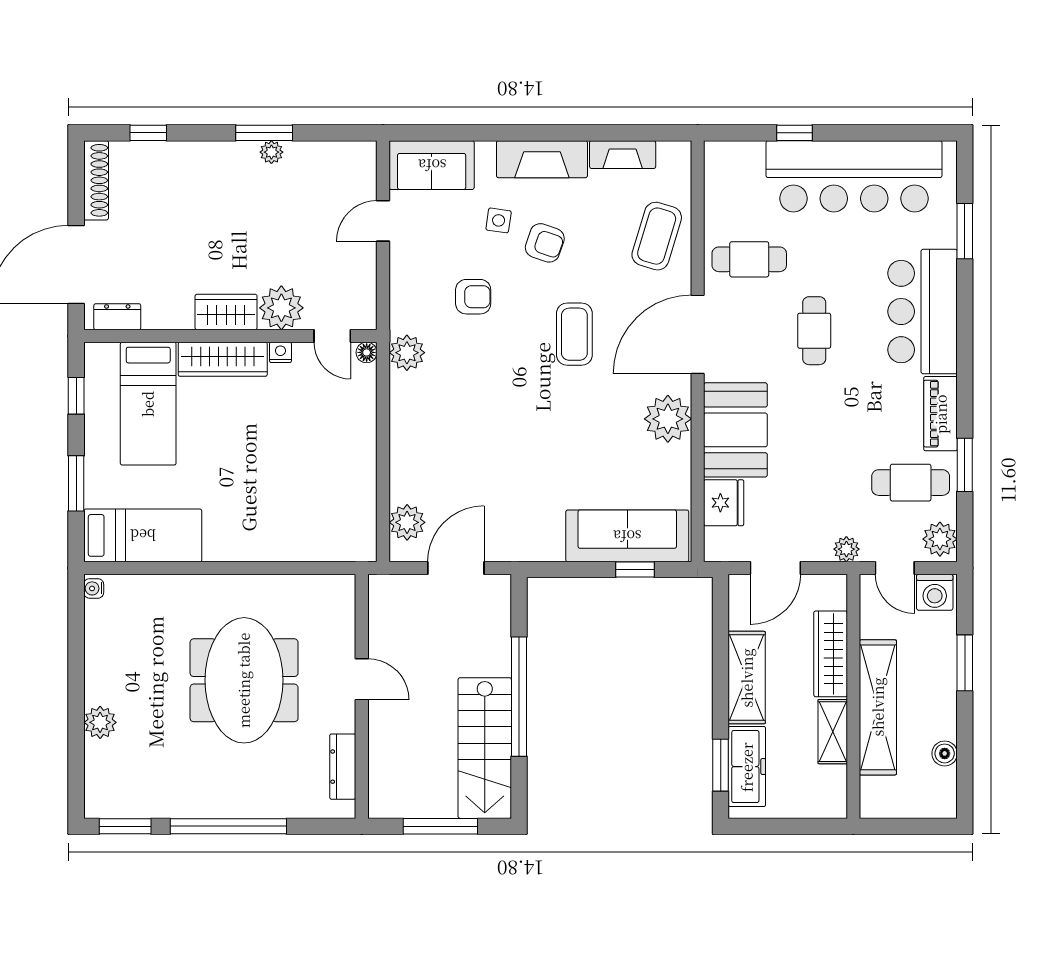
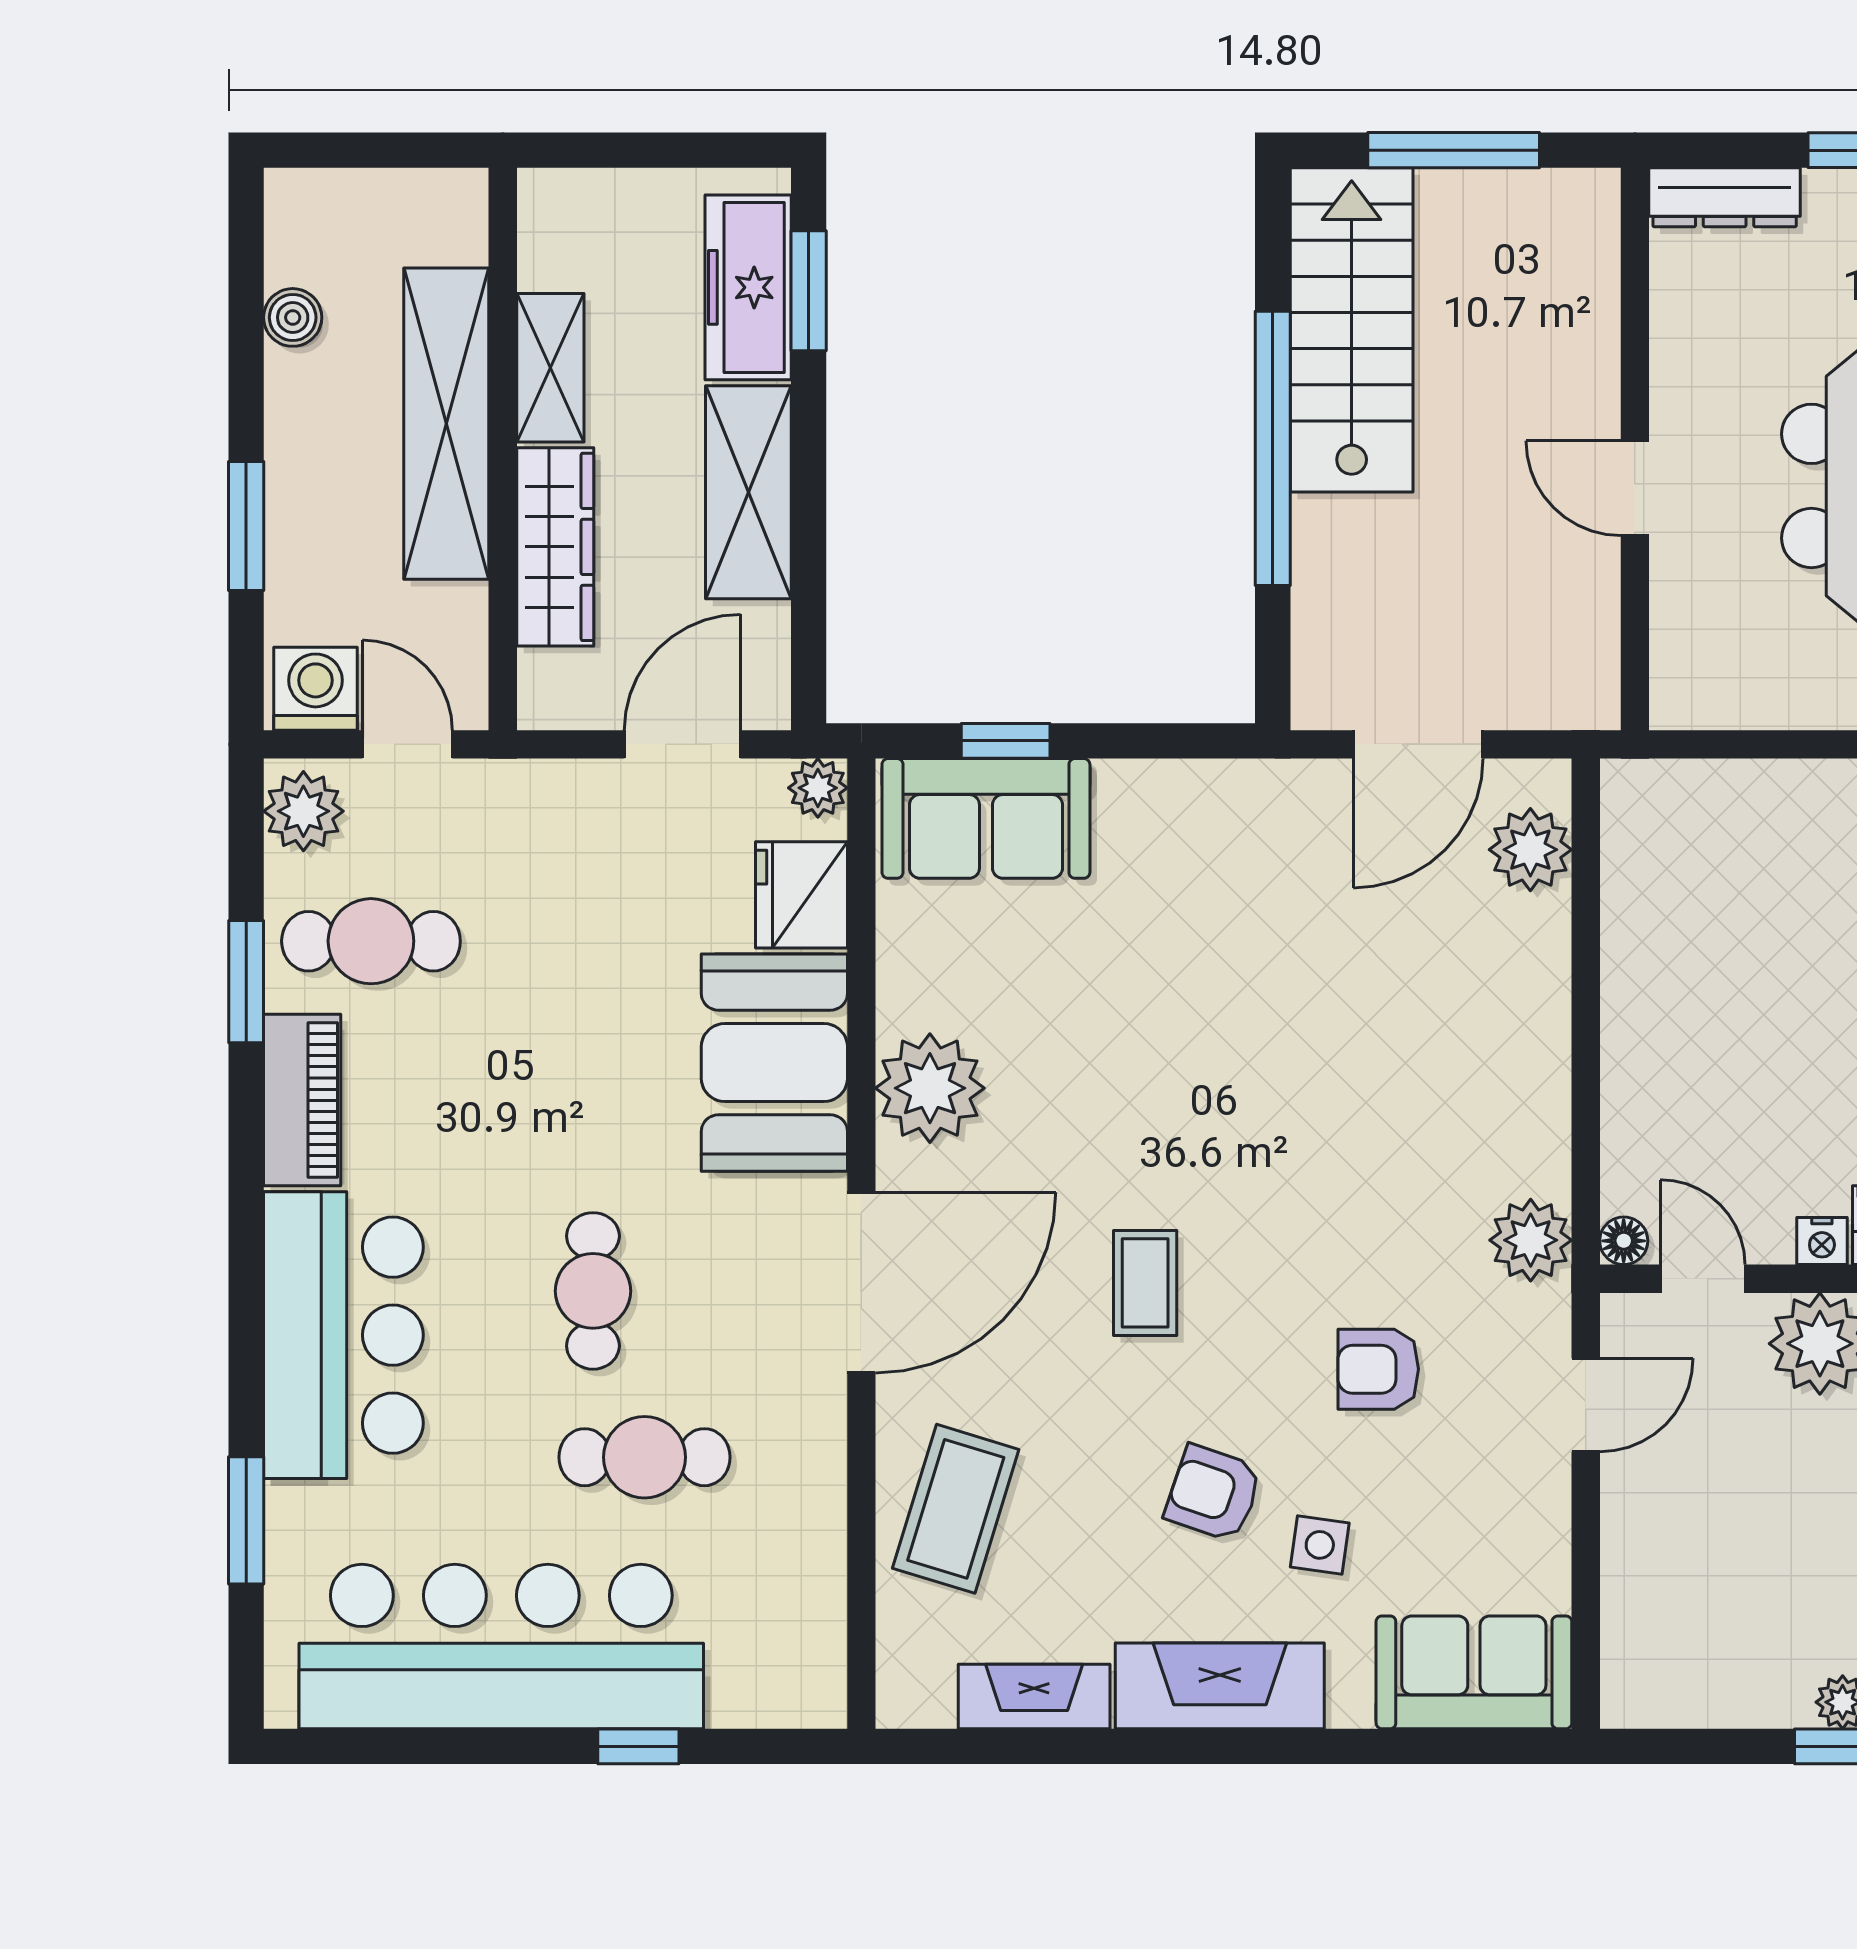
door: (383, 221) -> (1586, 1405), moved
cafe table: (749, 259) -> (644, 1457), moved
coffee table: (574, 334) -> (1145, 1283), width x0.73, depth x0.77
sofa: (627, 536) -> (986, 818), width x0.73
plant: (846, 549) -> (818, 788), moved
dresser: (343, 767) -> (1725, 197), moved, turned 90

